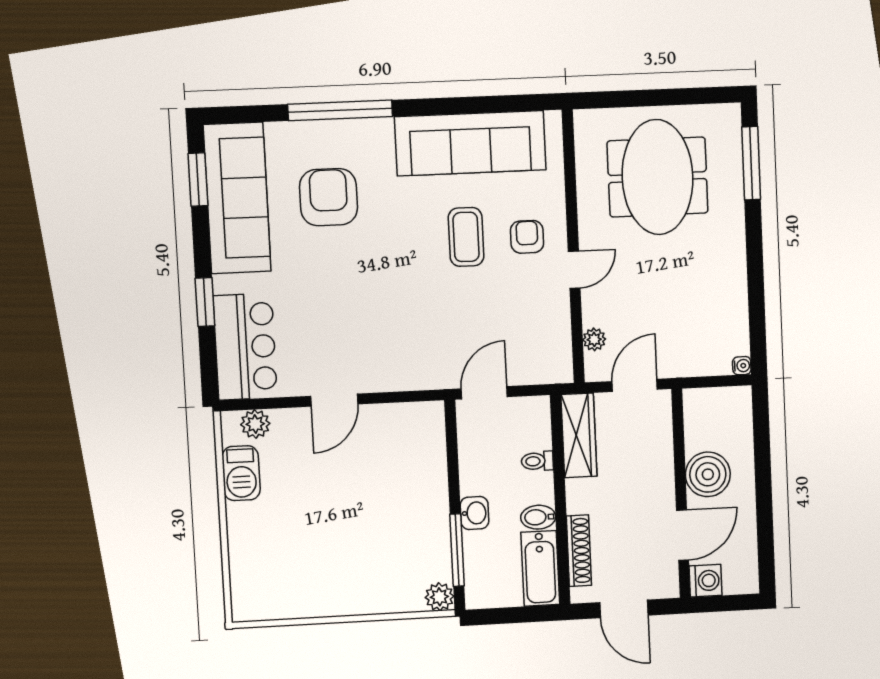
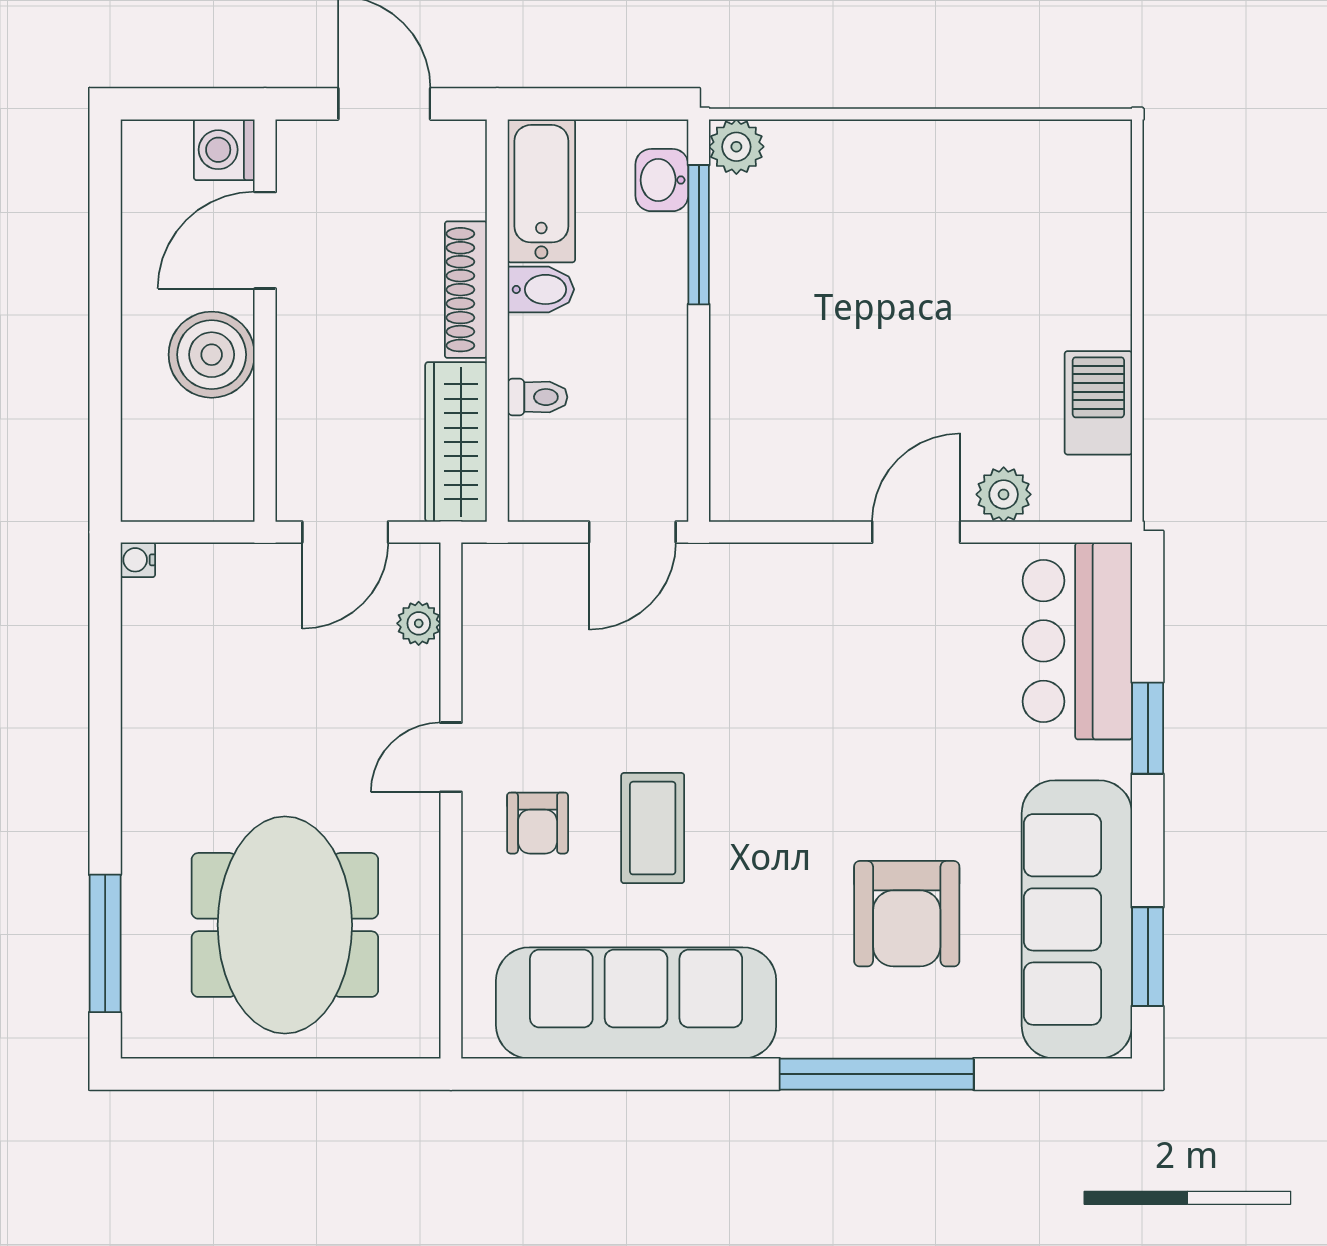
plant: (255, 424) -> (1004, 494), moved
washbasin: (474, 513) -> (662, 180), moved
shoe rack: (579, 551) -> (466, 290), moved

